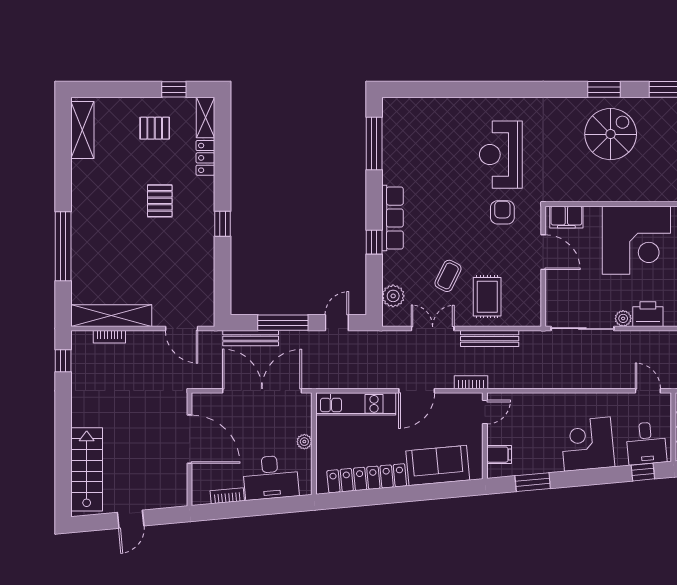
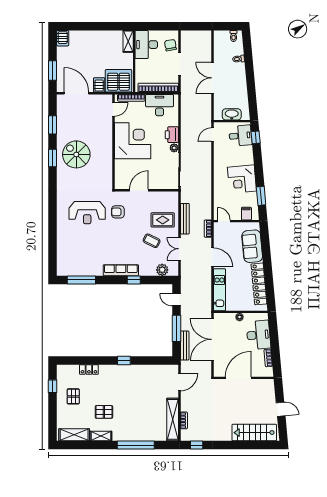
shelving: (206, 118) -> (101, 436), moved
pallet: (160, 201) -> (104, 412), moved
filing cabinet: (566, 217) -> (120, 178), removed
corner desk: (587, 444) -> (242, 179), moved

